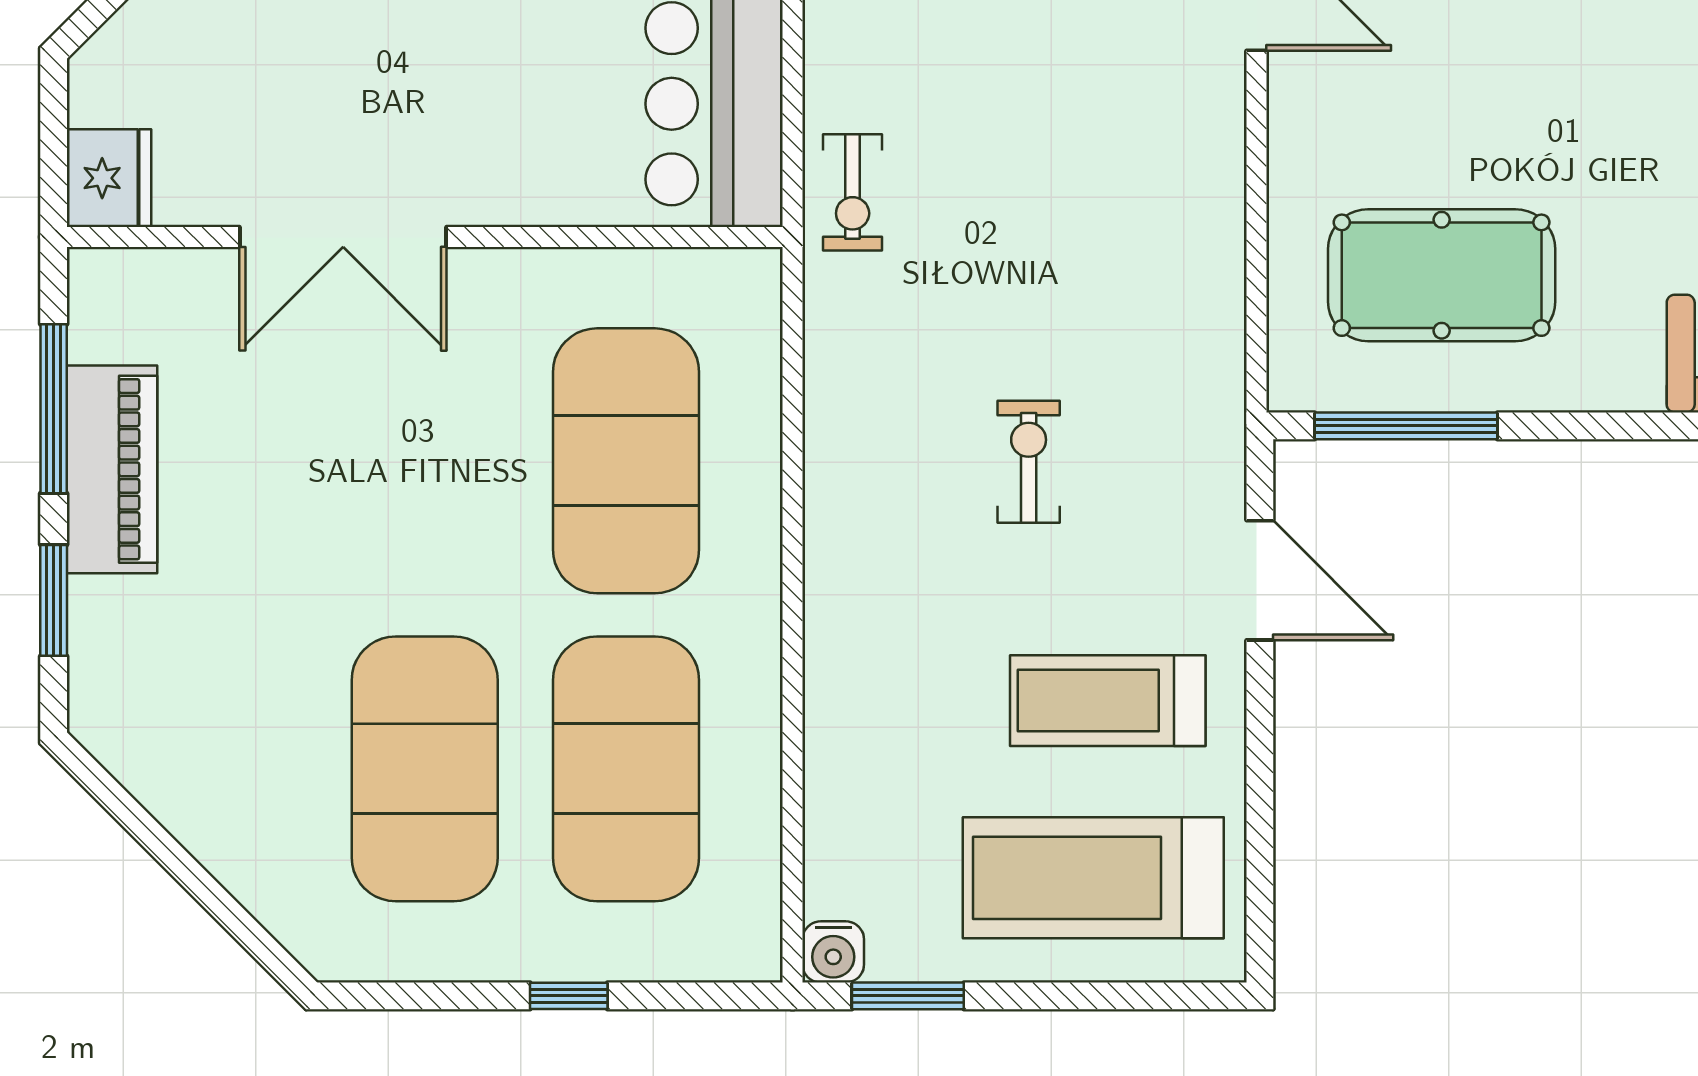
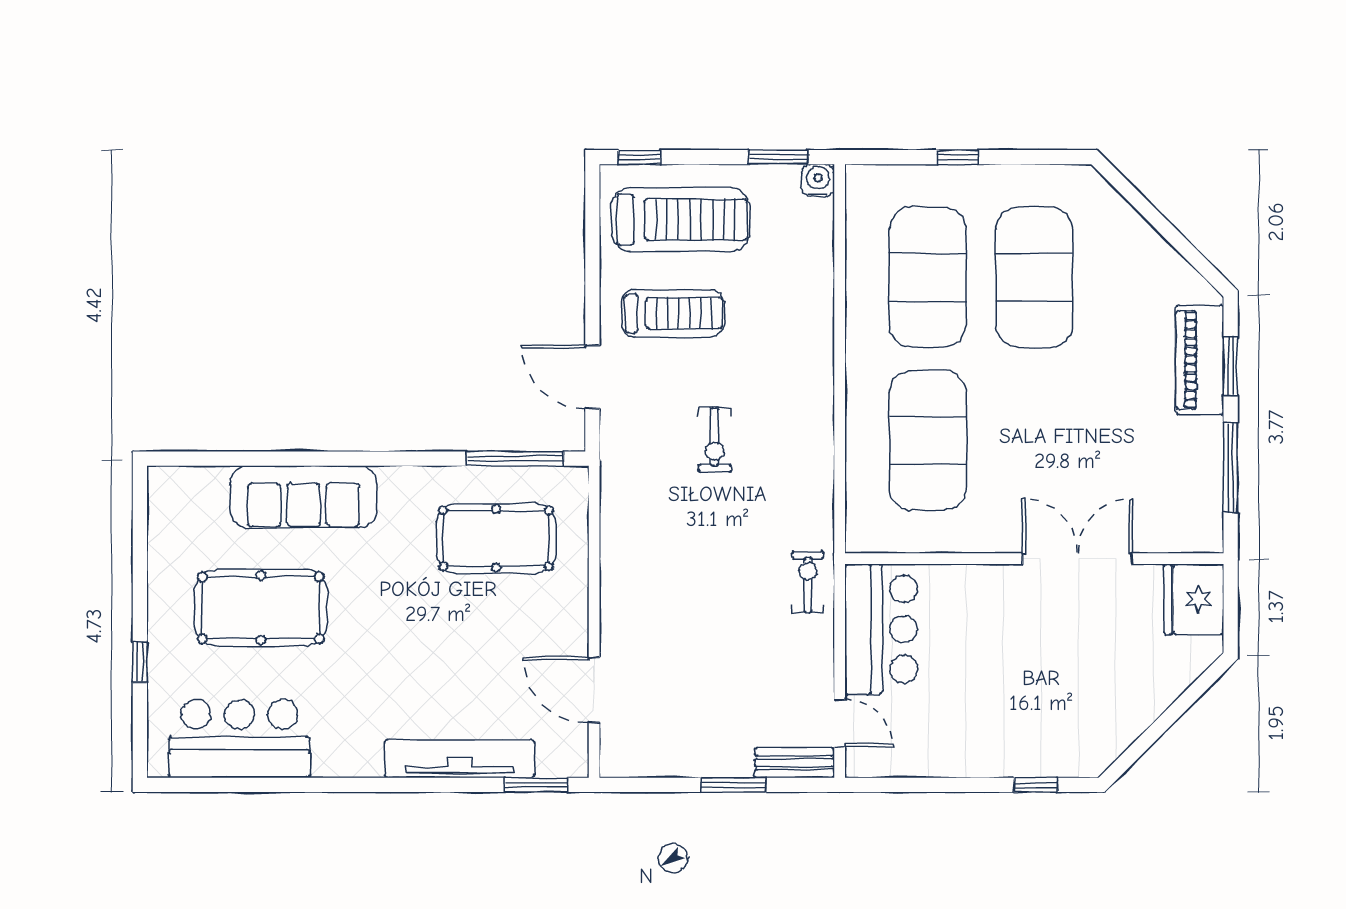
fridge: (109, 178) -> (1194, 599), width x1.36, depth x1.34
piano: (112, 469) -> (1200, 360), moved
window: (1171, 996) -> (639, 157), added

